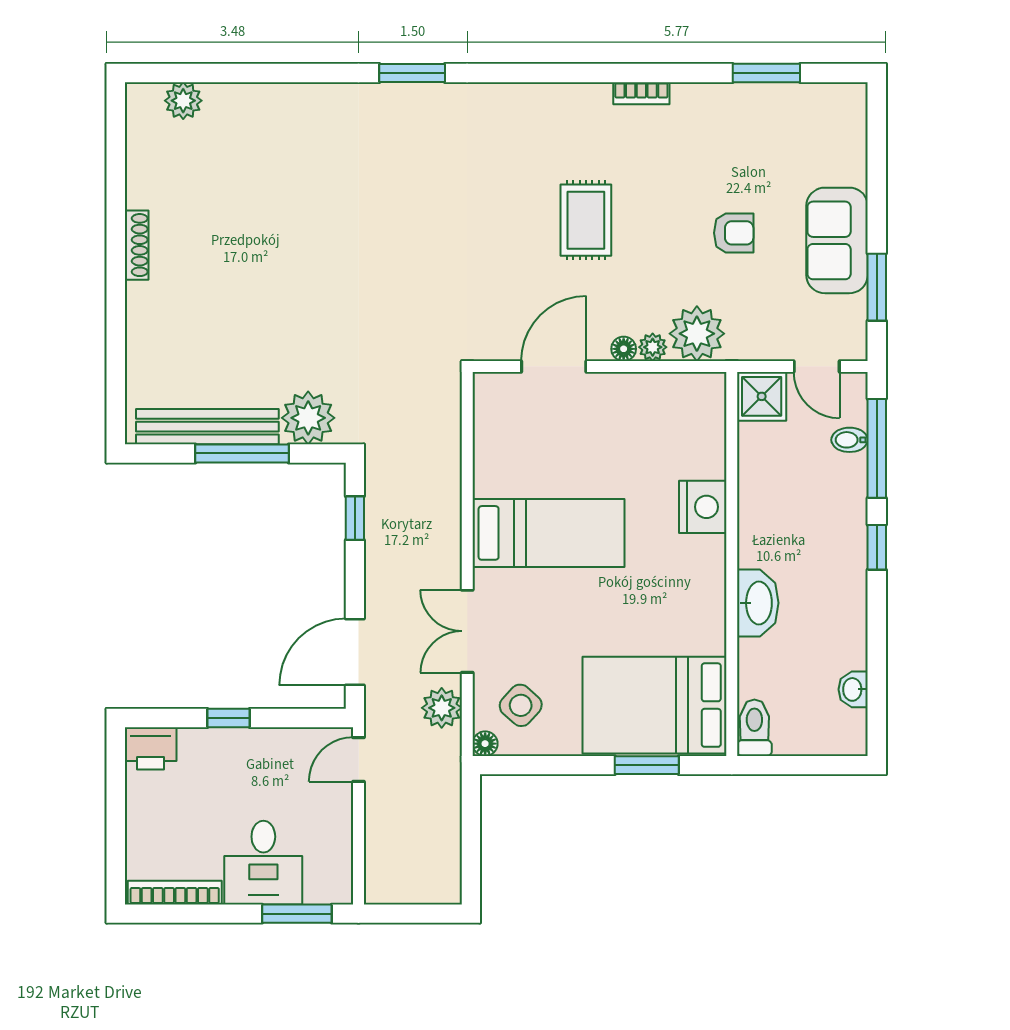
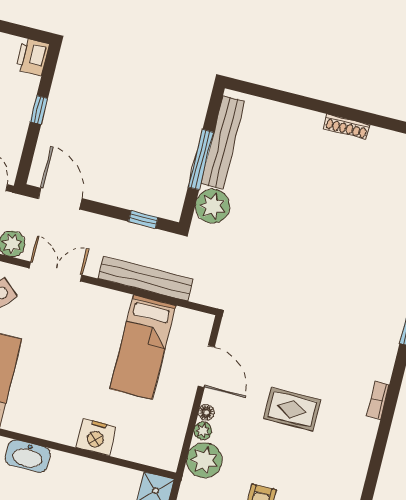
bookcase: (641, 93) -> (378, 400), moved
bench: (444, 492) -> (146, 279), added
bed: (549, 533) -> (143, 347), moved

